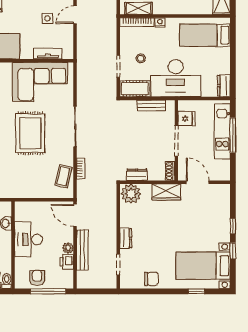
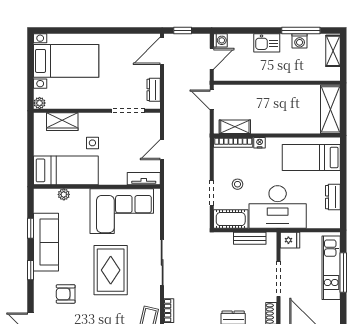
door: (75, 15) -> (162, 150), moved
side table: (47, 18) -> (92, 143), moved
tv unit: (48, 54) -> (144, 179), moved
dresser: (224, 86) -> (333, 197), moved
fridge: (186, 119) -> (290, 240), moved

